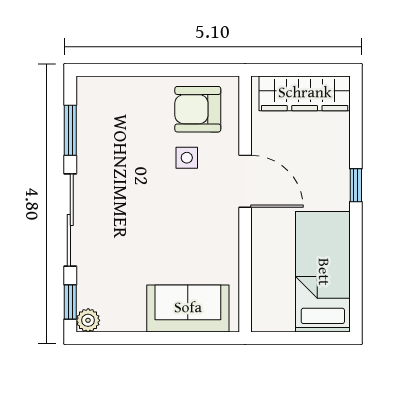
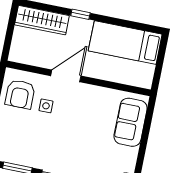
wardrobe: (305, 93) -> (42, 20), moved, turned 90

